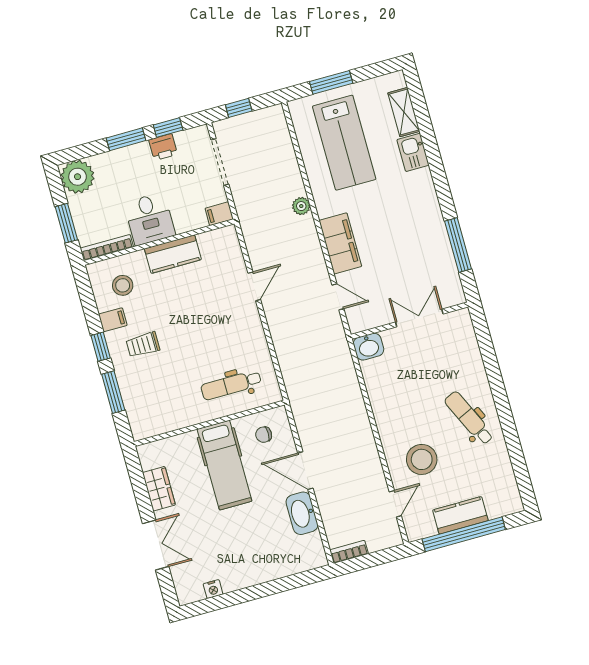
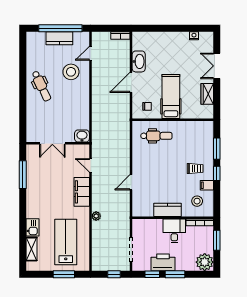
printer: (163, 147) -> (163, 262), width x1.87, depth x1.48
filing cabinet: (219, 214) -> (139, 224), removed
door: (305, 471) -> (131, 82), swing flipped

